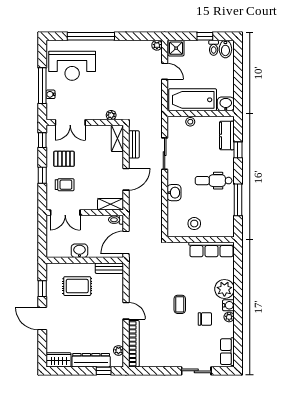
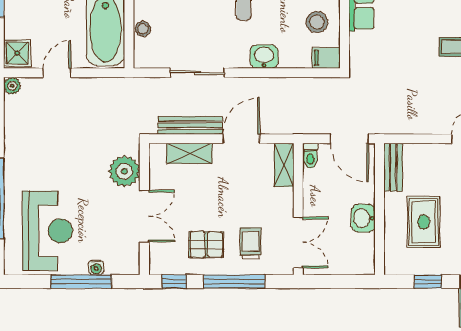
plant: (111, 115) -> (124, 171), width x1.87, depth x1.87
double door: (70, 123) -> (144, 216), moved
shelving: (117, 138) -> (189, 153), moved
bench: (134, 144) -> (190, 125), width x1.36
pallet: (64, 159) -> (206, 245), turned 90
window: (42, 175) -> (234, 282), width x2.17
door: (126, 179) -> (241, 139), hinge flipped
filing cabinet: (173, 229) -> (326, 58), added

